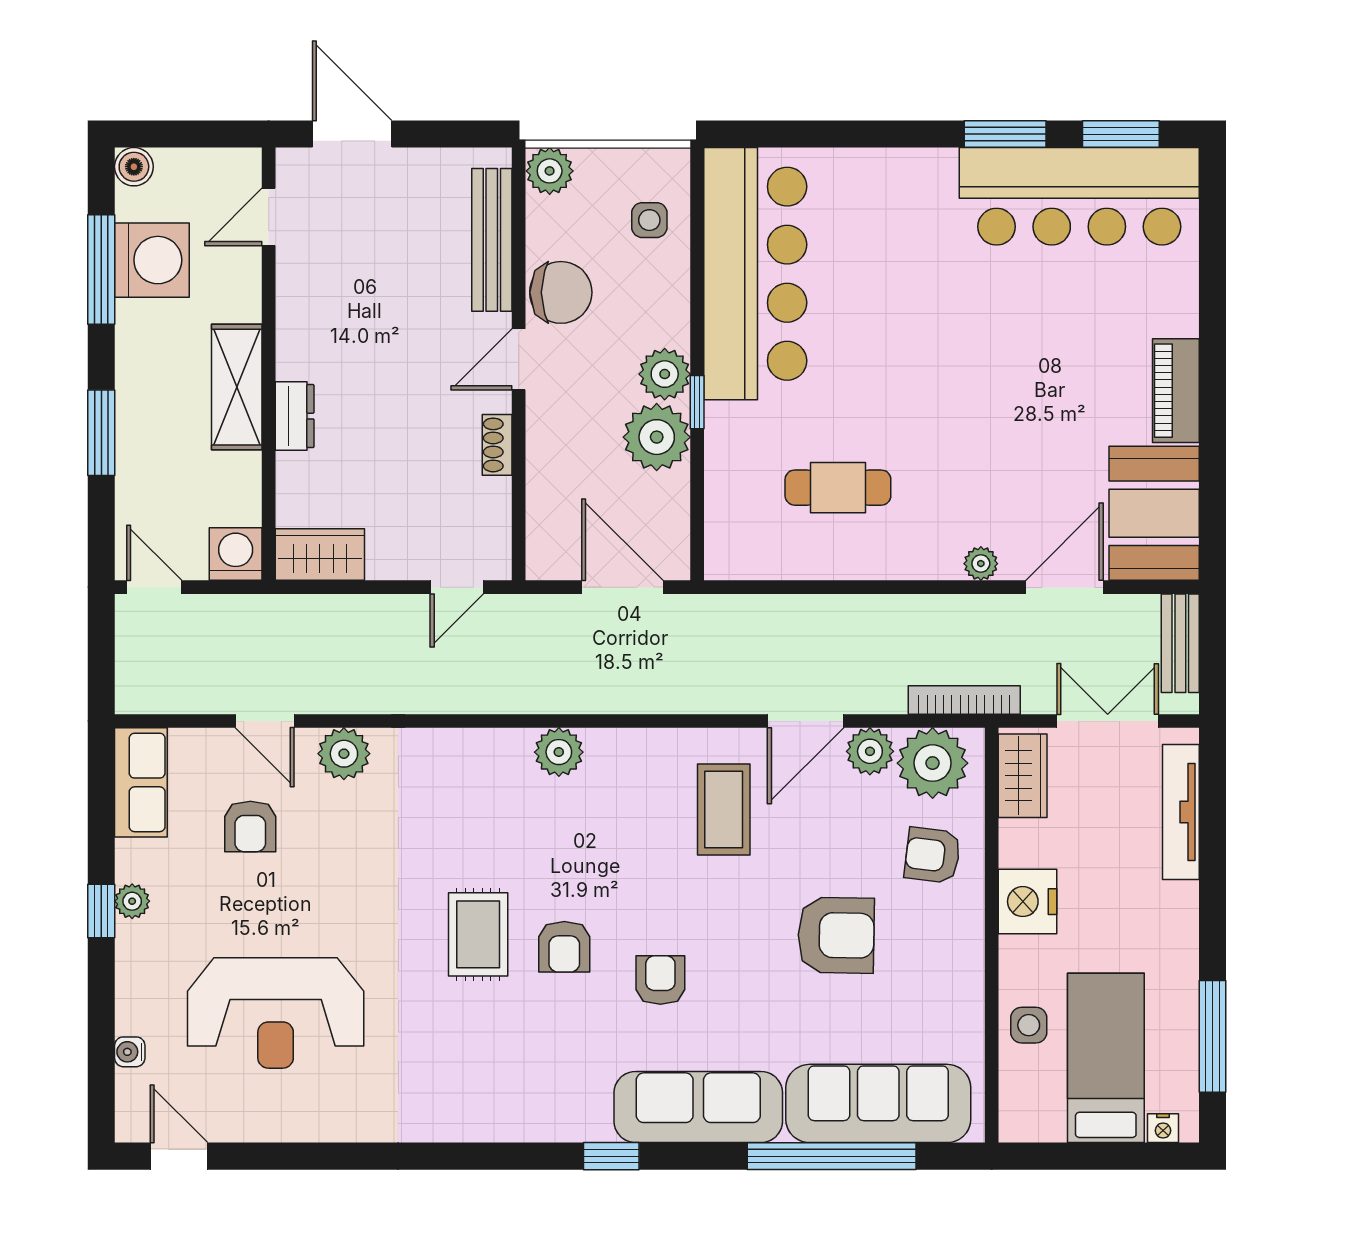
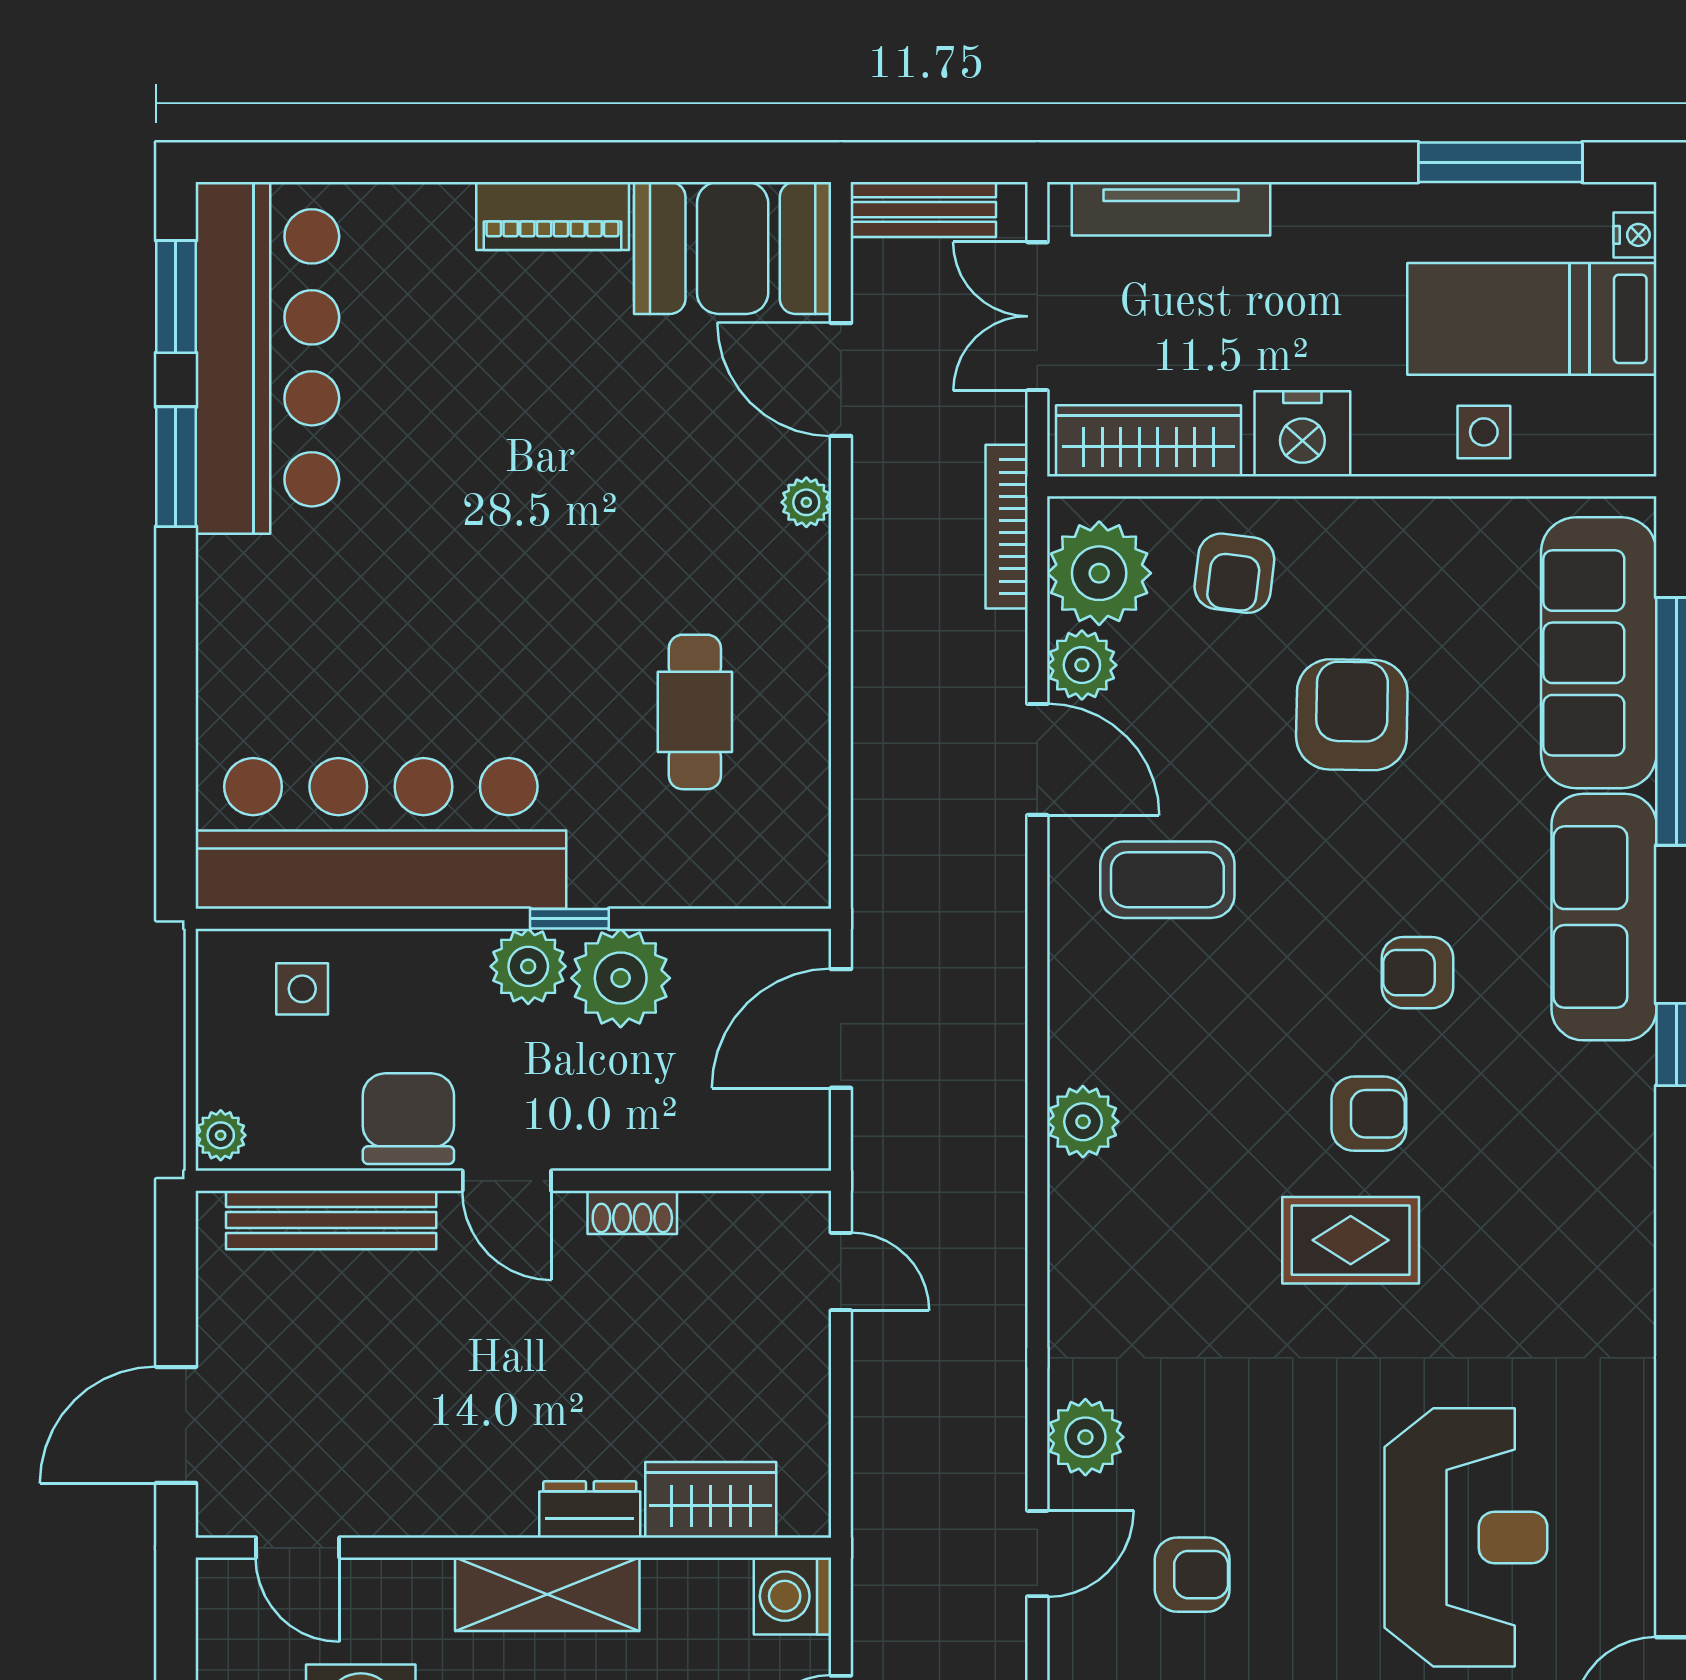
plant: (550, 171) -> (221, 1135), width x0.73, depth x0.73
wardrobe: (320, 555) -> (711, 1500), moved, turned 90
wardrobe: (1023, 776) -> (1148, 441), width x1.50

